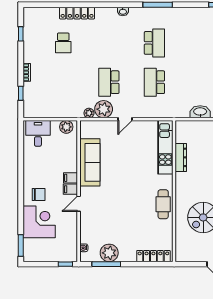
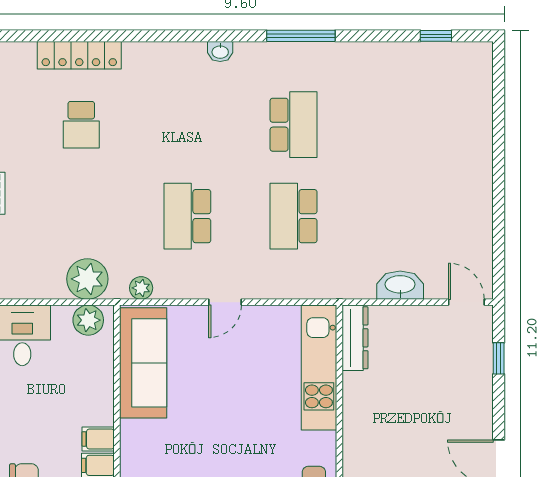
locker: (77, 13) -> (79, 55), moved
plant: (104, 109) -> (87, 279), moved
dresser: (181, 157) -> (355, 338), moved
sofa: (90, 162) -> (143, 363), moved

